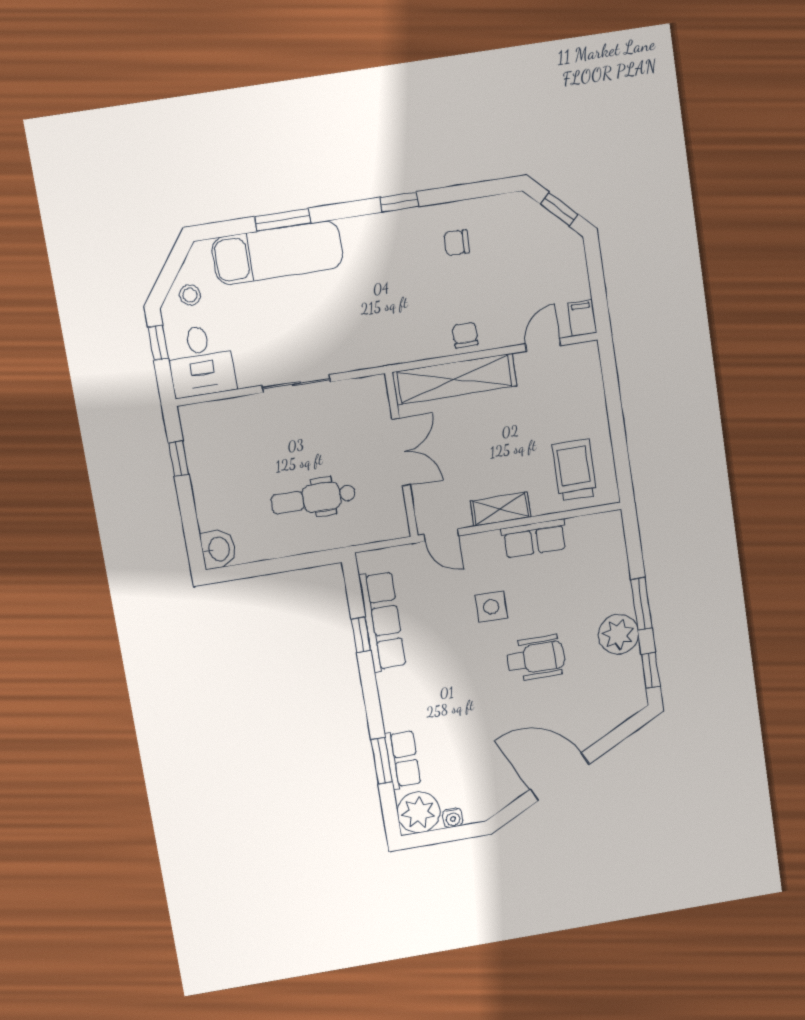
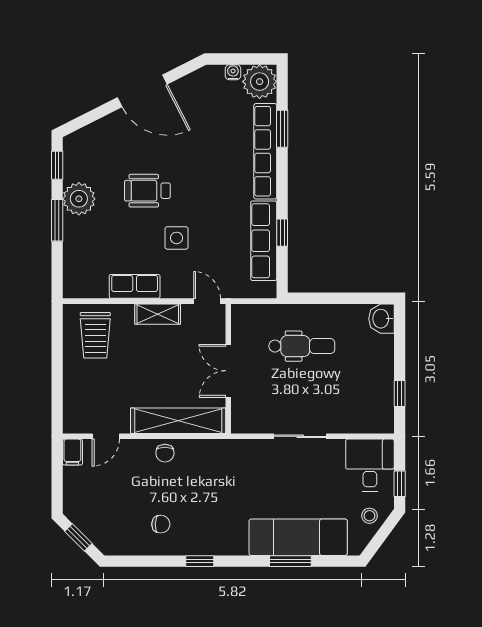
row of seats: (403, 759) -> (265, 151), width x2.02

